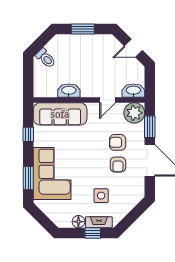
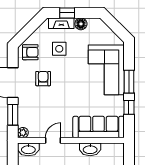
plant: (134, 113) -> (23, 133), width x0.53, depth x0.53
armchair: (118, 142) -> (30, 52), moved
window: (28, 178) -> (129, 82), moved

